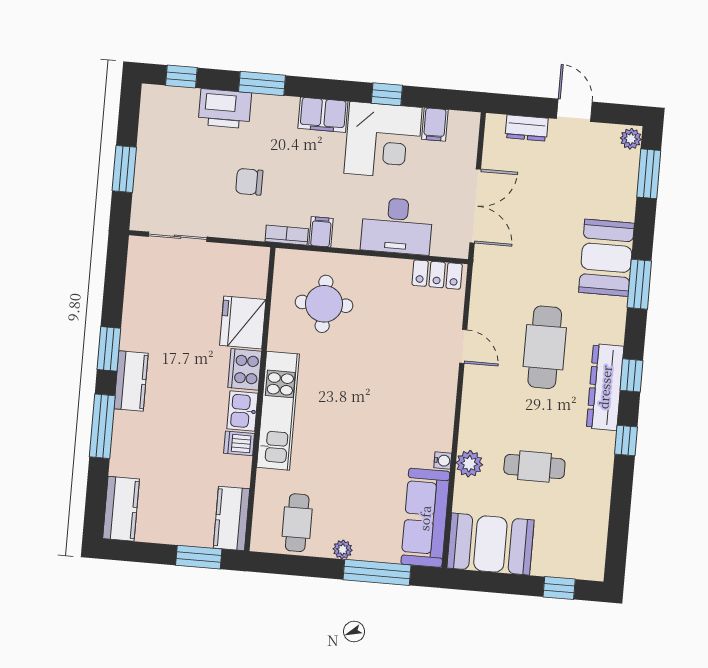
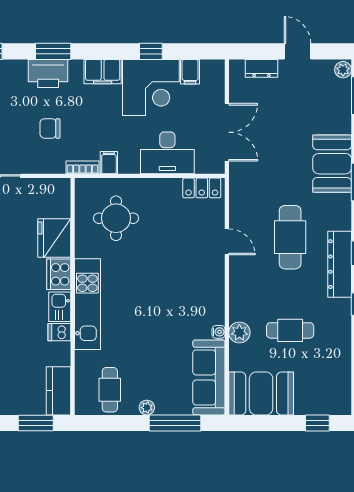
printer: (225, 109) -> (48, 73), moved

